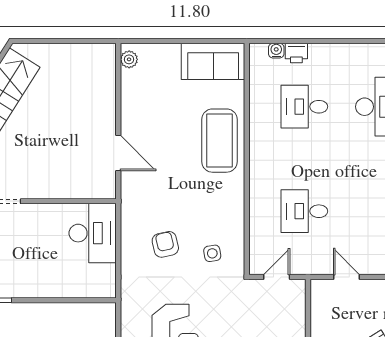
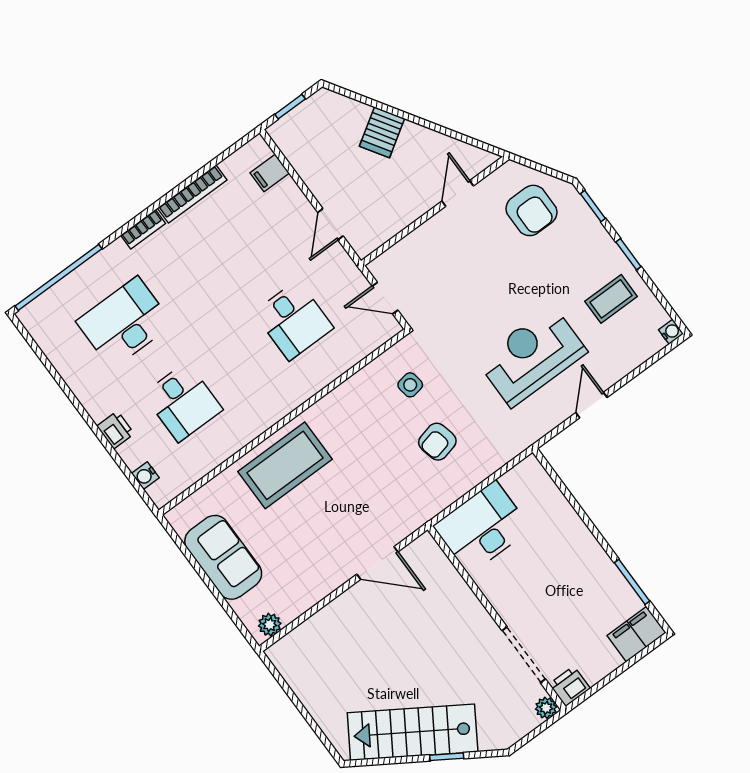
printer: (296, 53) -> (116, 430), moved
sofa: (213, 61) -> (223, 557), moved
door: (118, 153) -> (377, 563), swing flipped

